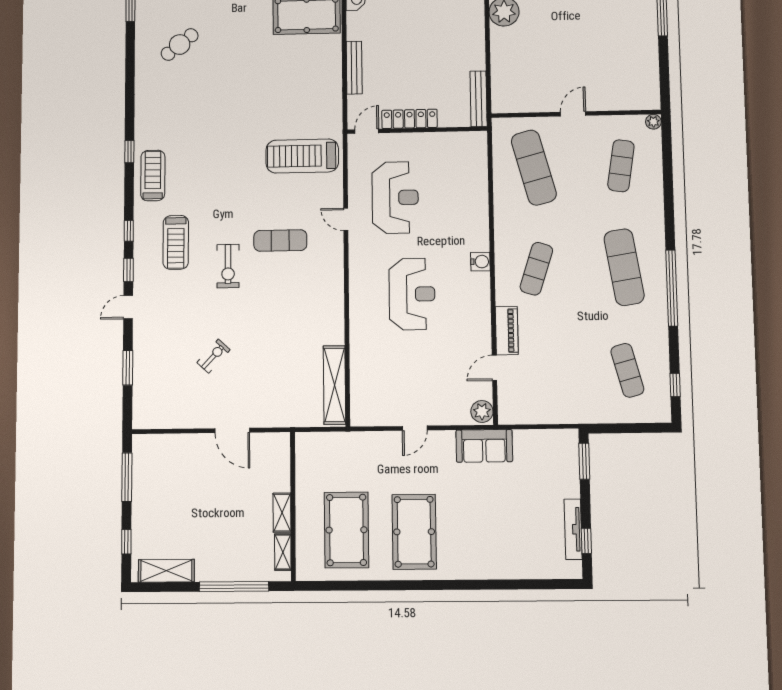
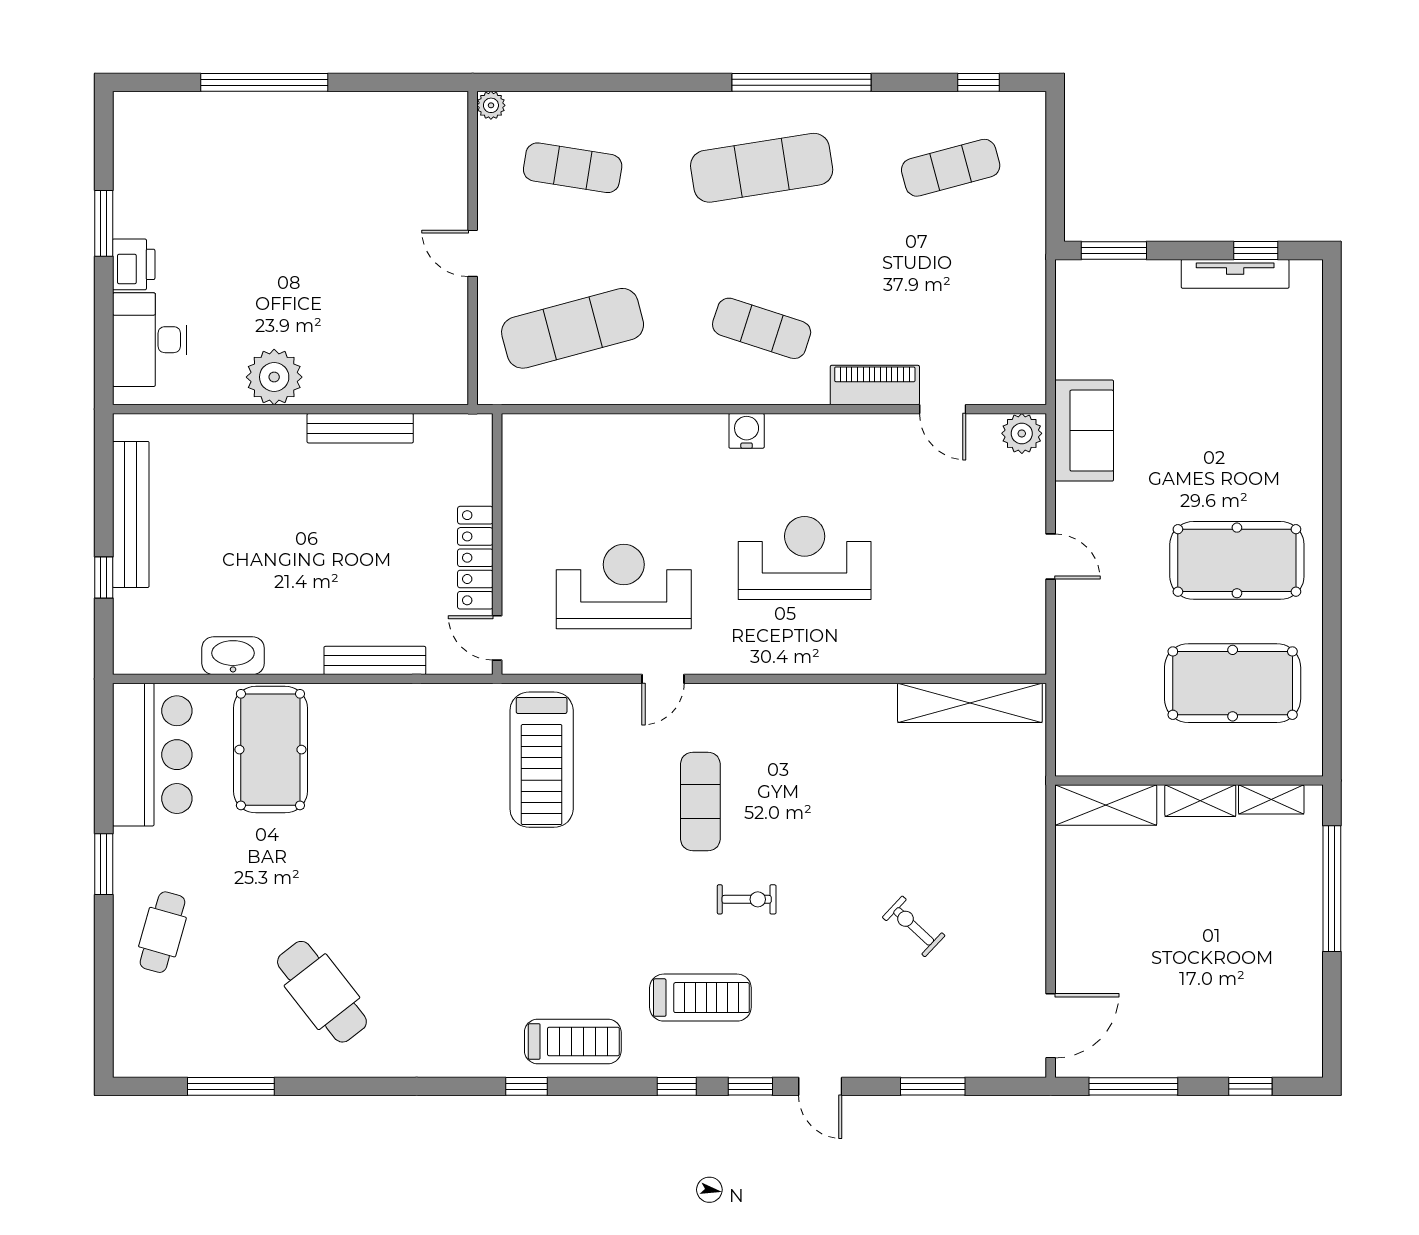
cafe table: (180, 45) -> (322, 992), width x1.37, depth x1.35
bench: (479, 99) -> (360, 428), moved
treadmill: (153, 176) -> (573, 1041), turned 180
exercise bike: (228, 266) -> (747, 899), width x0.73, depth x0.72
door: (232, 430) -> (1051, 1026), moved
shelving: (166, 571) -> (1106, 805), moved, turned 90

